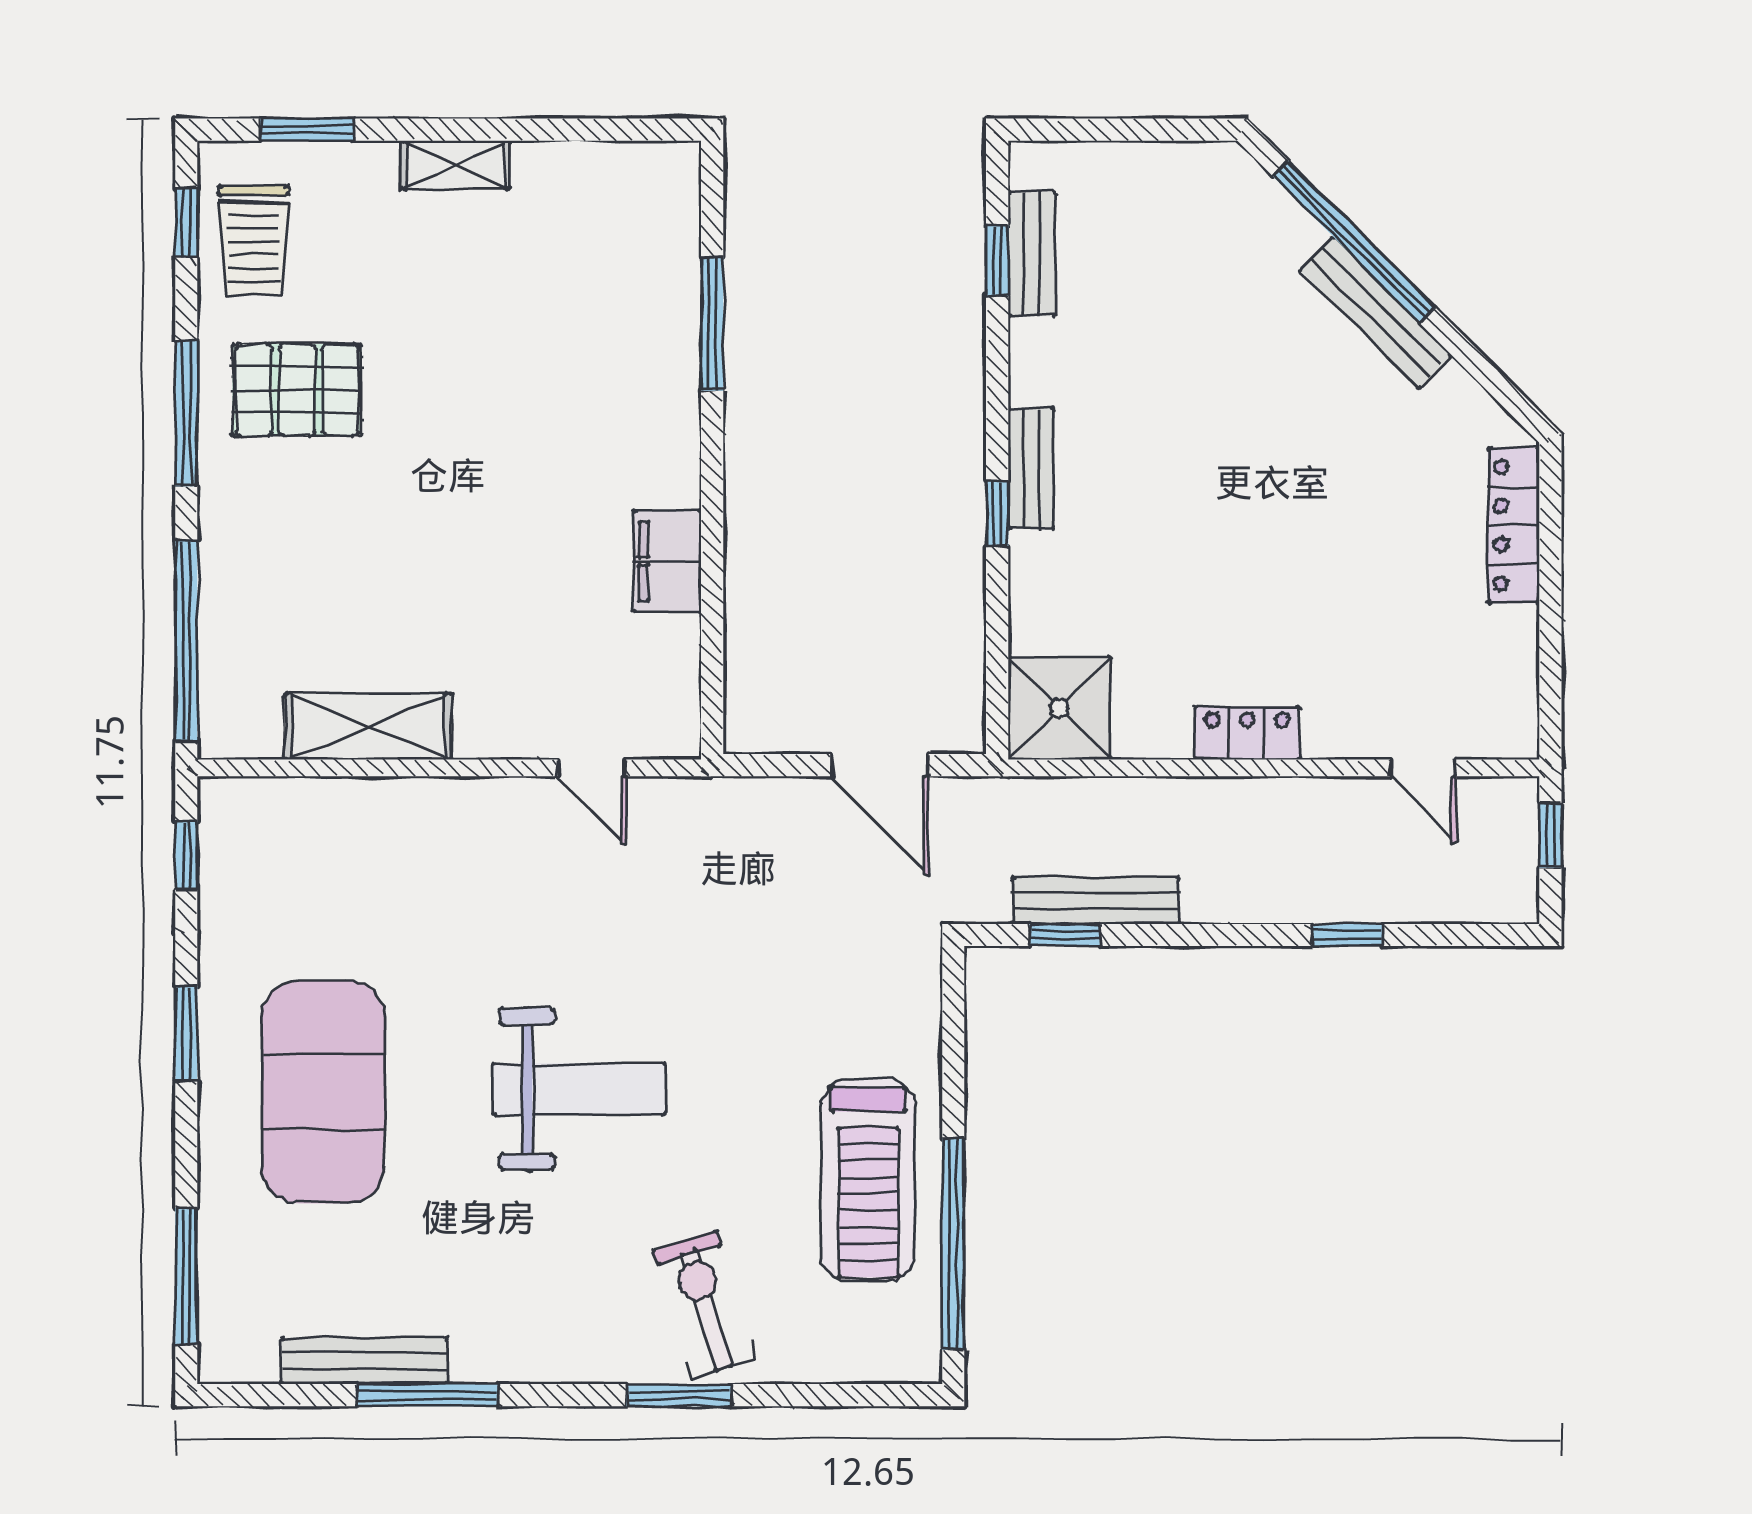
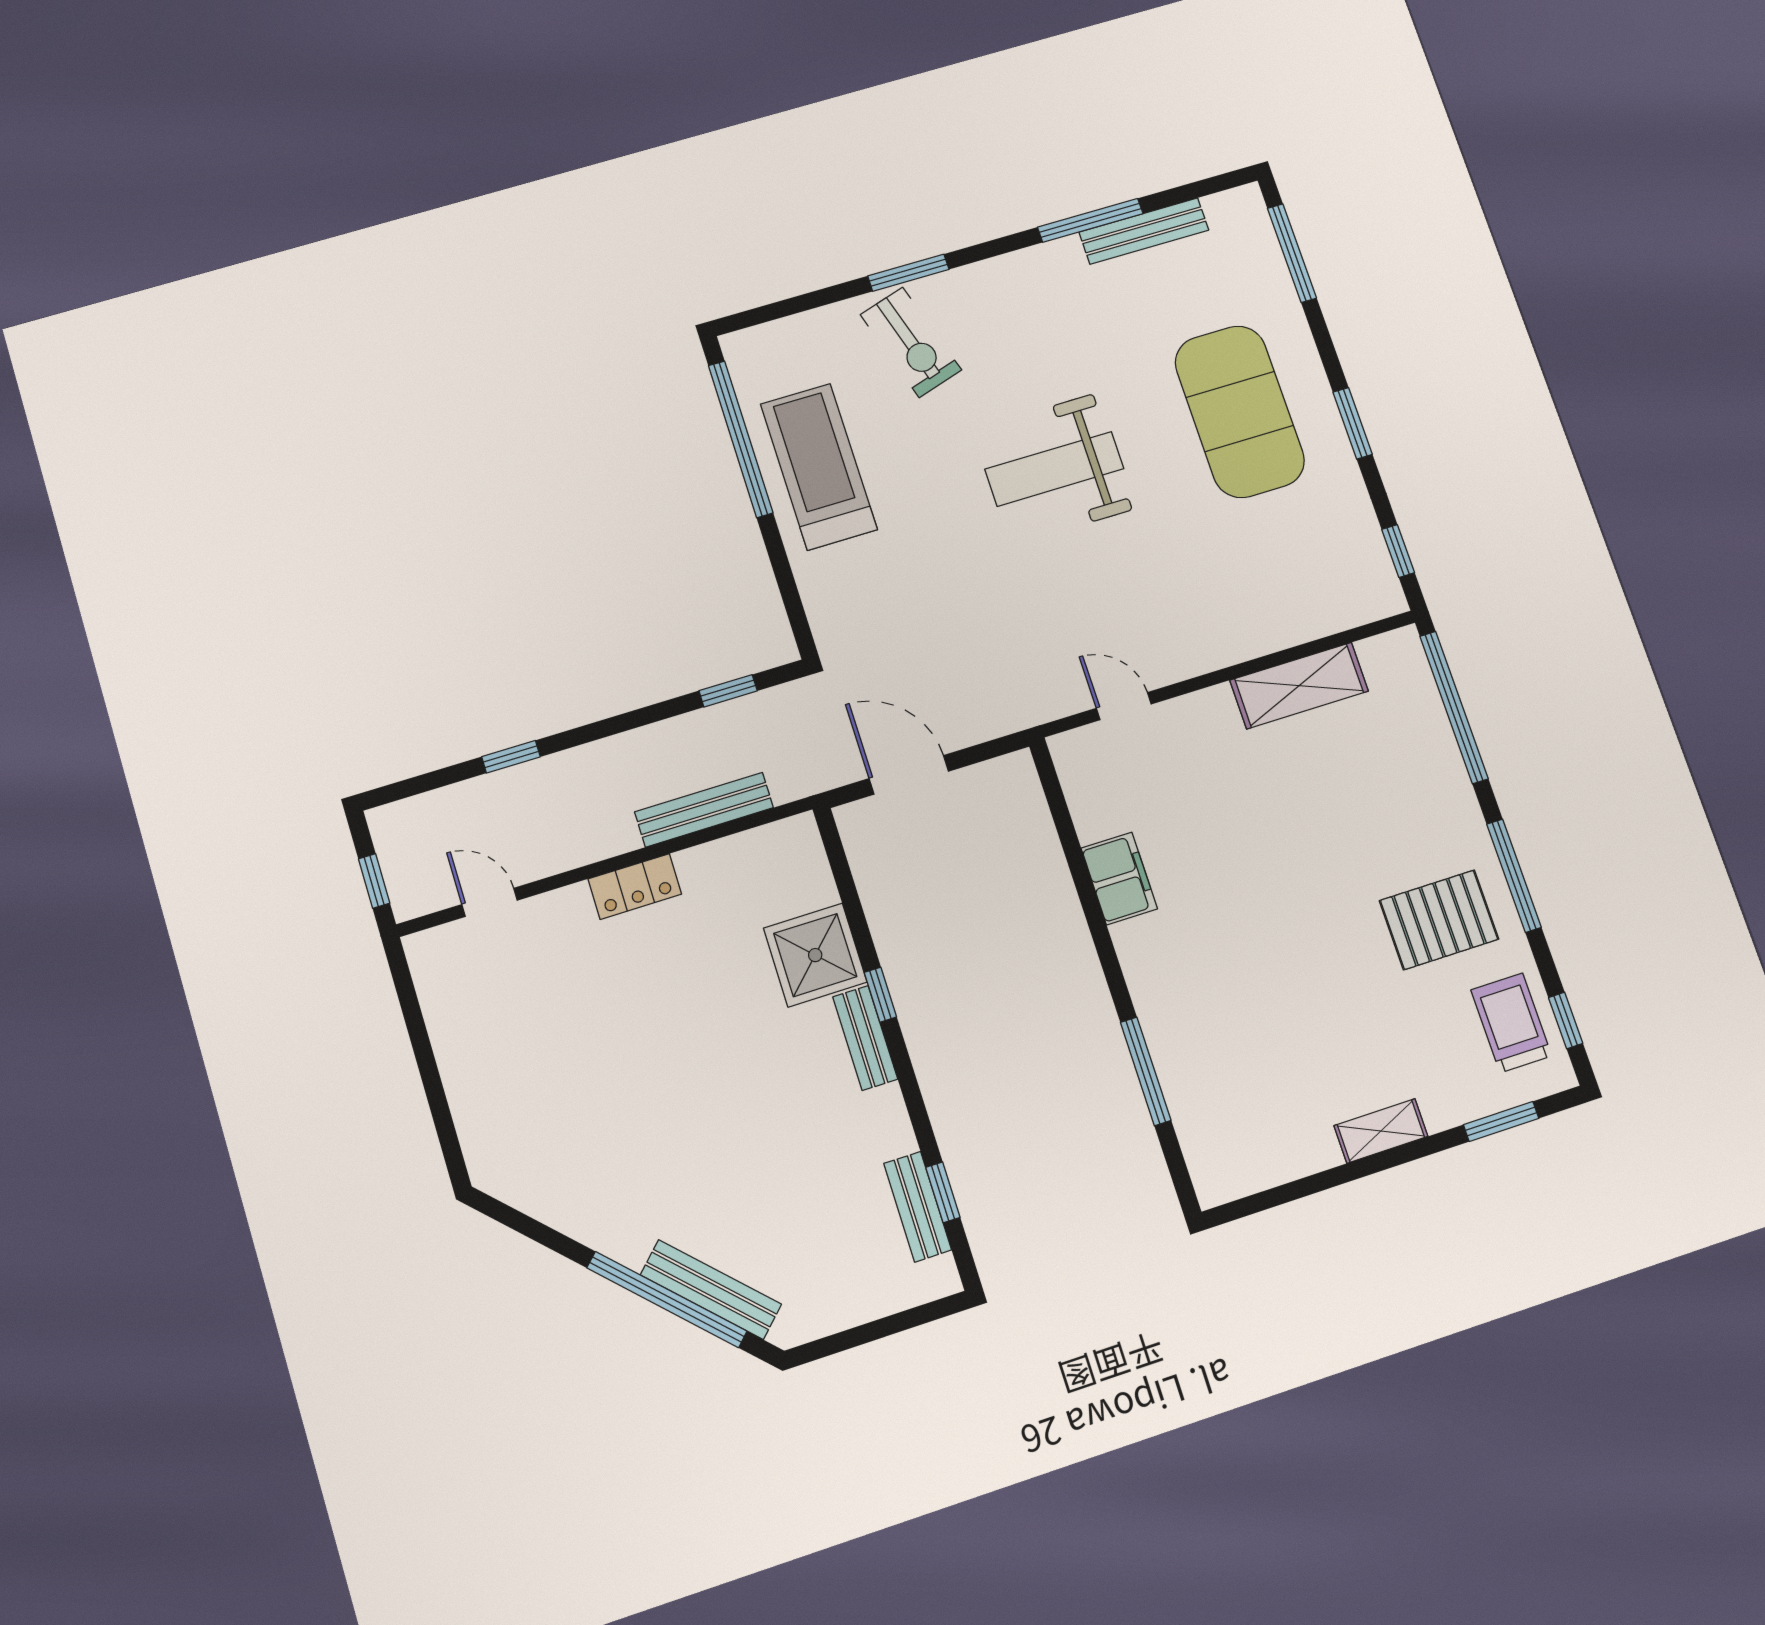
bench: (1376, 313) -> (711, 1290), moved
locker: (1514, 525) -> (473, 1114), removed
shower: (1059, 708) -> (815, 955), moved
bench: (1096, 901) -> (704, 810), moved

